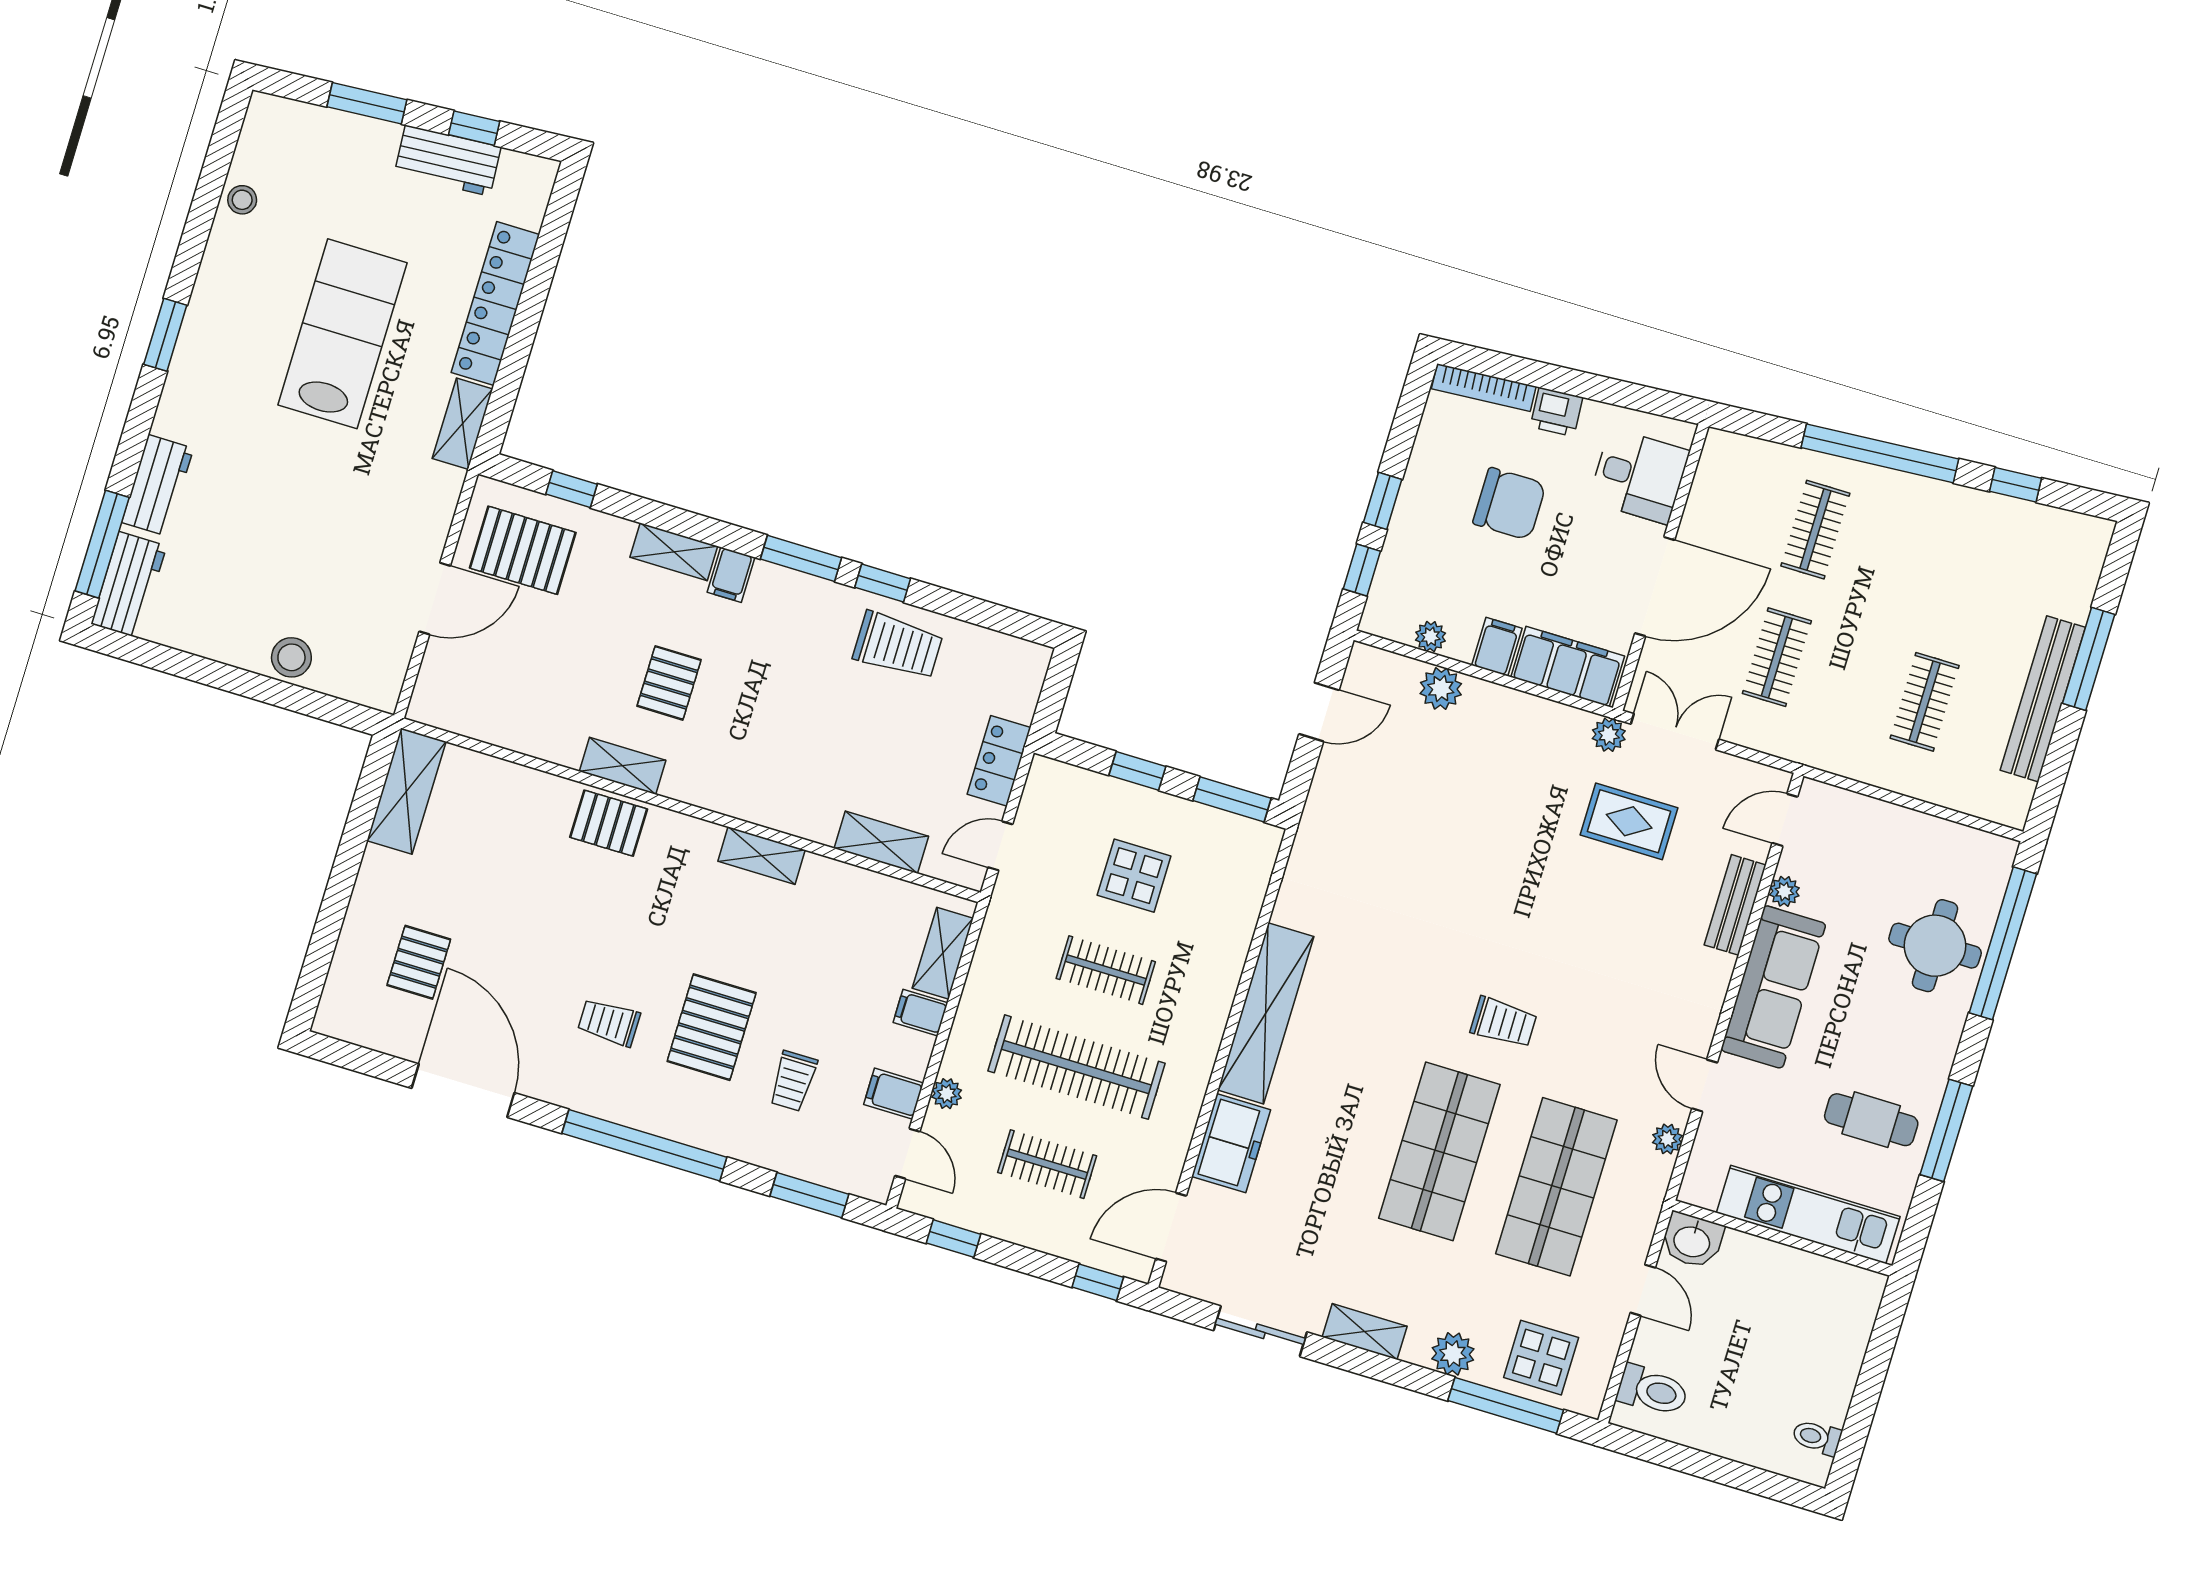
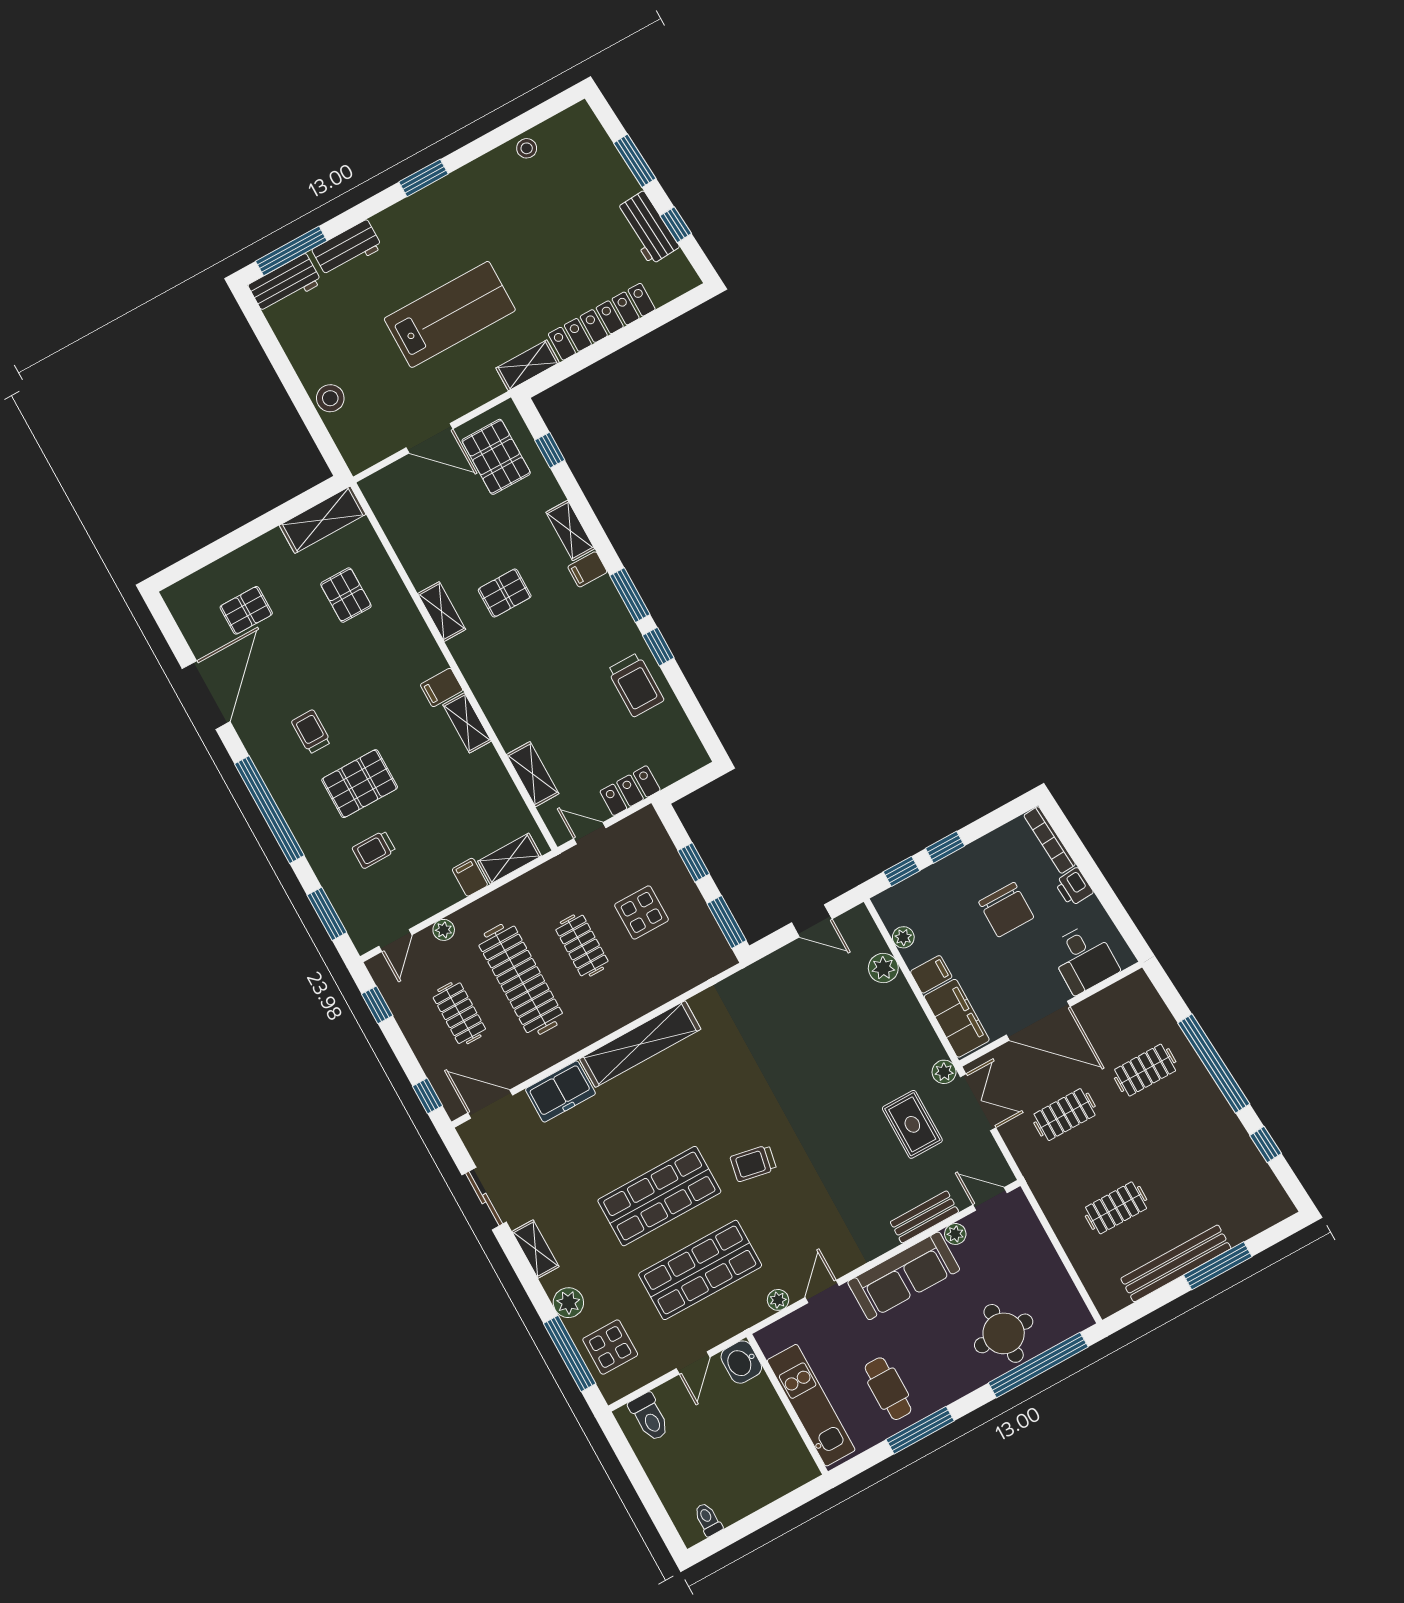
lab bench: (342, 334) -> (450, 314), moved
pallet: (609, 823) -> (346, 595), moved
trolley: (1504, 1022) -> (753, 1163), turned 101
filing cabinet: (894, 1094) -> (442, 688), moved, turned -90

